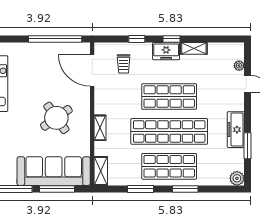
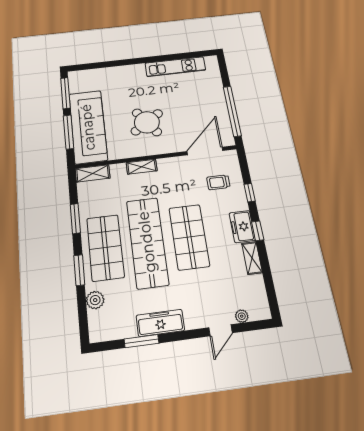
plant: (237, 178) -> (95, 300), moved

